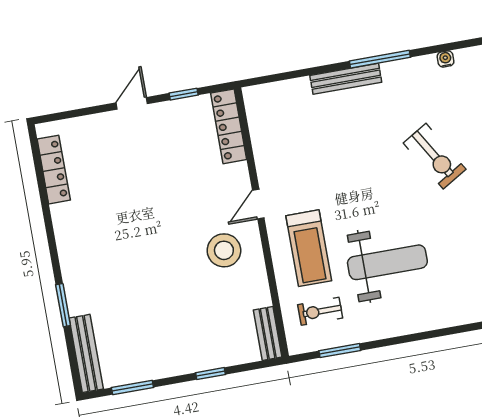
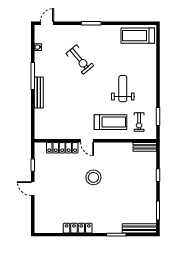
locker: (229, 126) -> (62, 148), moved
exercise bike: (435, 156) -> (80, 60), turned 81
locker: (54, 170) -> (78, 228), moved
stool: (224, 250) -> (93, 177), moved
weight bench: (387, 262) -> (123, 89), width x0.73, depth x0.75

